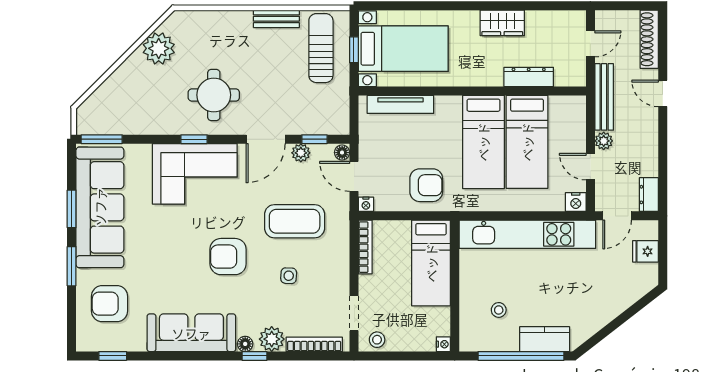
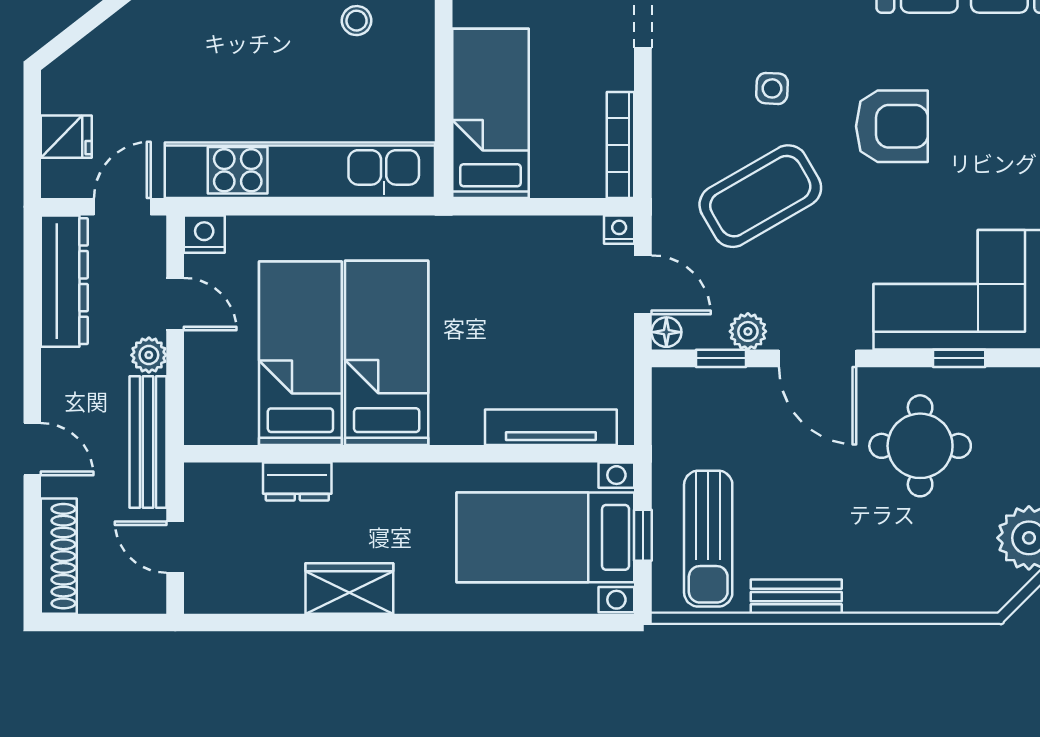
door: (590, 44) -> (175, 547), hinge flipped
dresser: (529, 77) -> (297, 481), width x0.70
door: (266, 139) -> (818, 358), swing flipped
armchair: (426, 185) -> (500, 268), removed
dresser: (649, 195) -> (64, 281), width x1.96, depth x1.24
coffee table: (295, 221) -> (760, 196), turned -30

